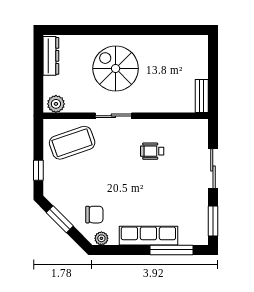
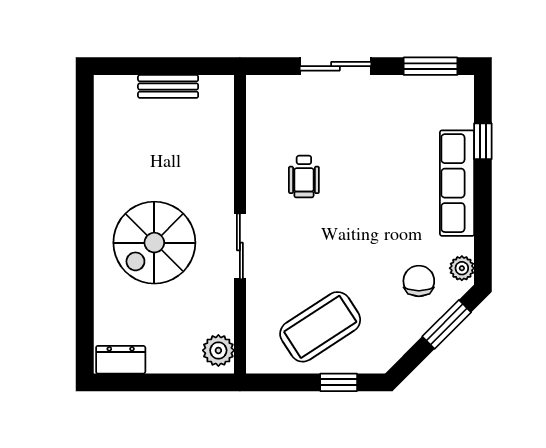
dresser: (51, 56) -> (121, 360), width x0.70
bench: (202, 96) -> (168, 86), moved
coffee table: (72, 143) -> (320, 327), moved, turned 76
window: (60, 219) -> (447, 324), moved
window: (171, 250) -> (483, 141), width x0.46

